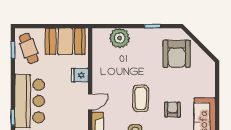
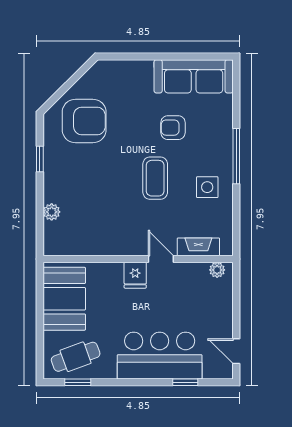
plant: (120, 38) -> (52, 212), width x0.53, depth x0.53
fridge: (80, 75) -> (135, 275), moved
coffee table: (141, 98) -> (155, 178), turned 90

